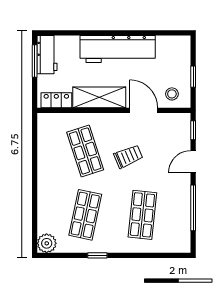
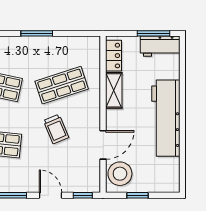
stool: (172, 94) -> (120, 174), width x1.89, depth x1.89
shelving: (99, 97) -> (114, 90), width x0.67, depth x0.75
window: (35, 175) -> (37, 33), added

